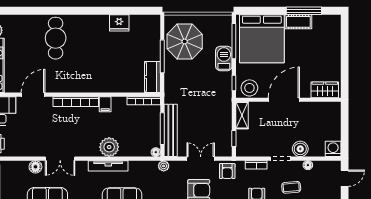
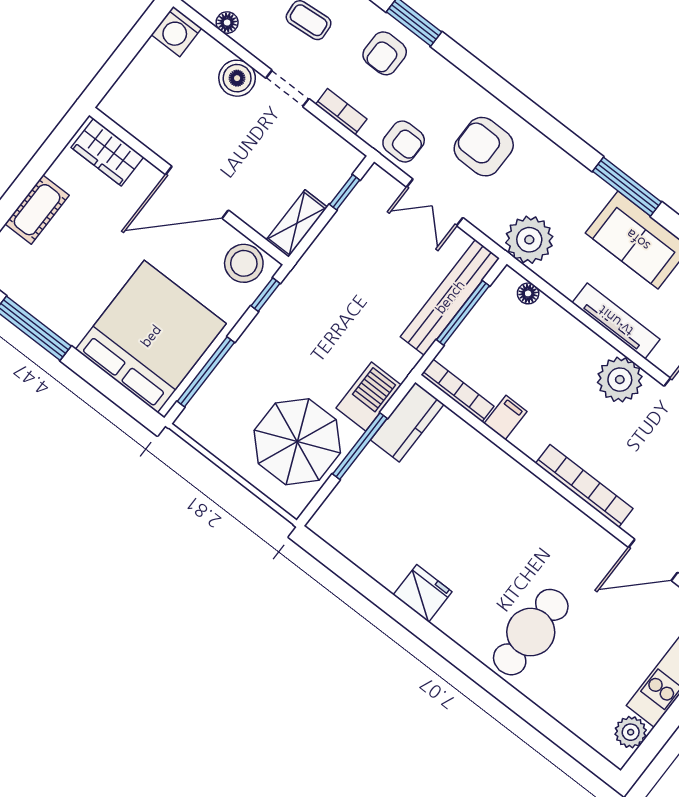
cot: (298, 22) -> (37, 210), moved, turned 90
fridge: (119, 23) -> (423, 593), moved
barbecue: (224, 58) -> (369, 397), moved, turned 180
filing cabinet: (105, 104) -> (505, 418), moved
plant: (109, 147) -> (620, 380), moved
floor lamp: (156, 152) -> (528, 293), moved
floor lamp: (308, 165) -> (227, 23), moved
plant: (164, 166) -> (529, 240), width x1.87, depth x1.87
armchair: (227, 171) -> (404, 142), turned 90

